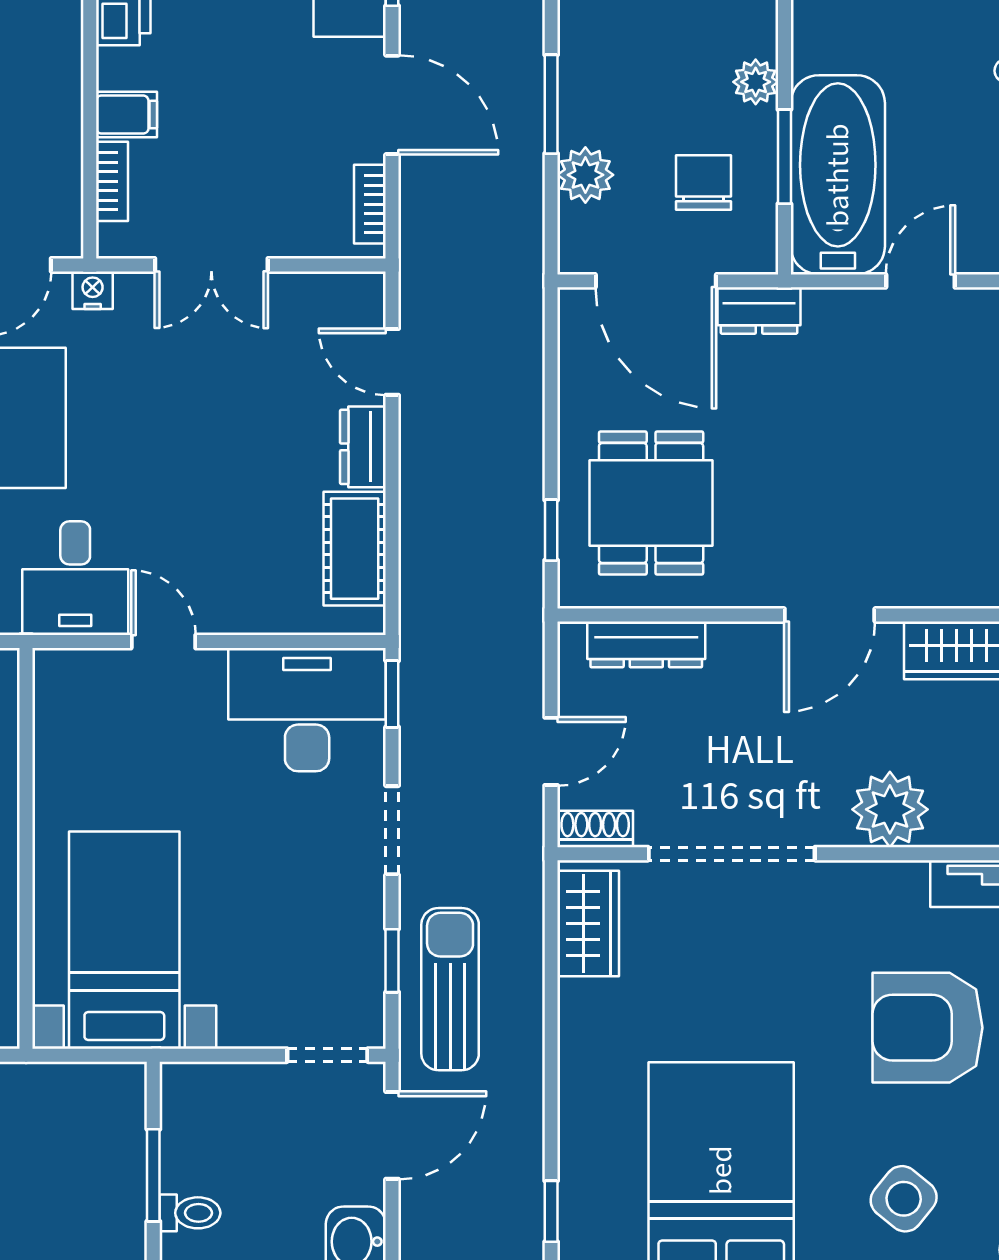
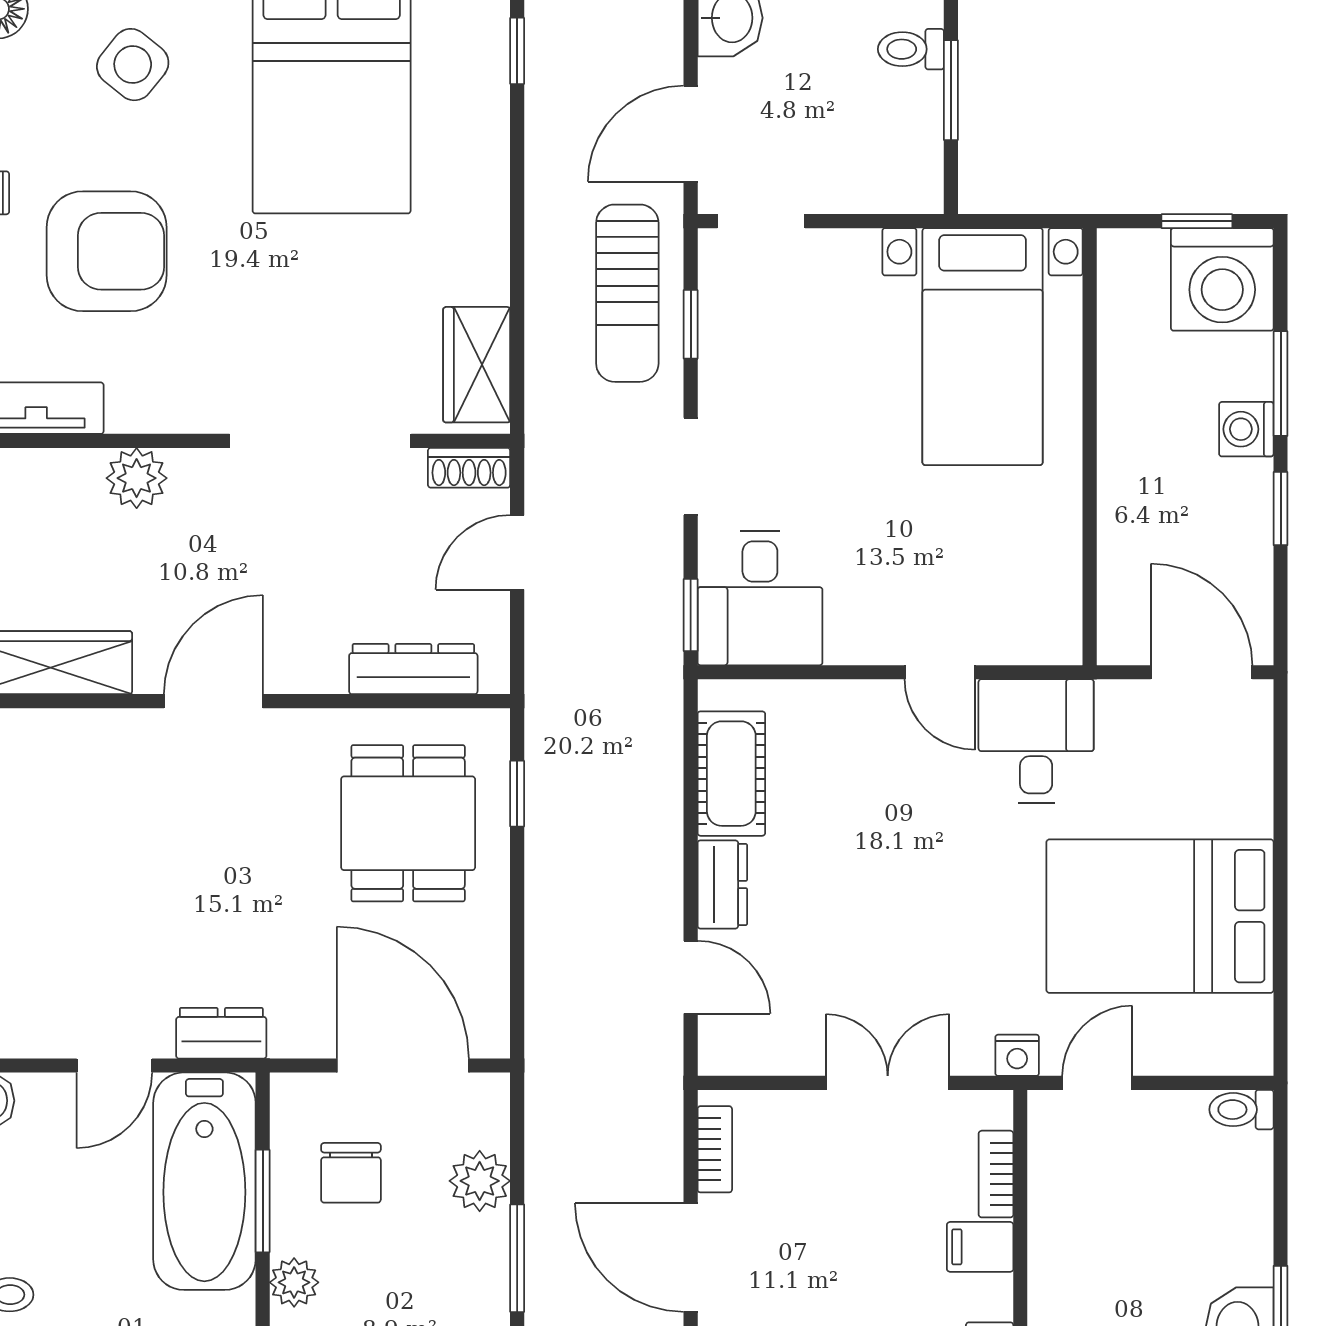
dresser: (759, 311) -> (221, 1033), moved
desk: (307, 710) -> (760, 598), width x0.73
plant: (890, 809) -> (137, 478), width x0.73, depth x0.73

